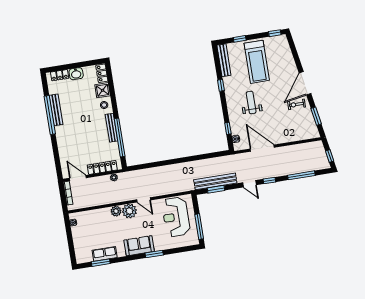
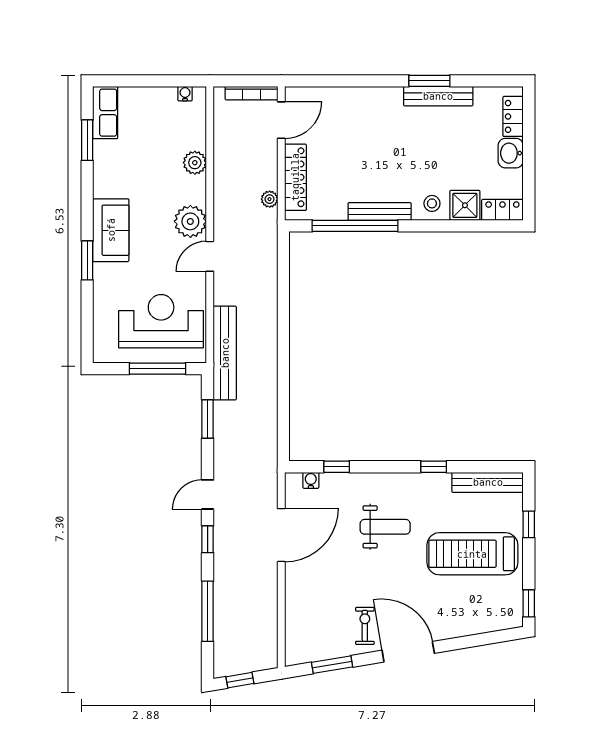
window: (50, 115) -> (429, 81), width x0.47
bench: (215, 181) -> (225, 353), moved
plant: (116, 211) -> (195, 163), moved
window: (199, 227) -> (157, 369), moved
row of seats: (105, 254) -> (105, 113), moved

